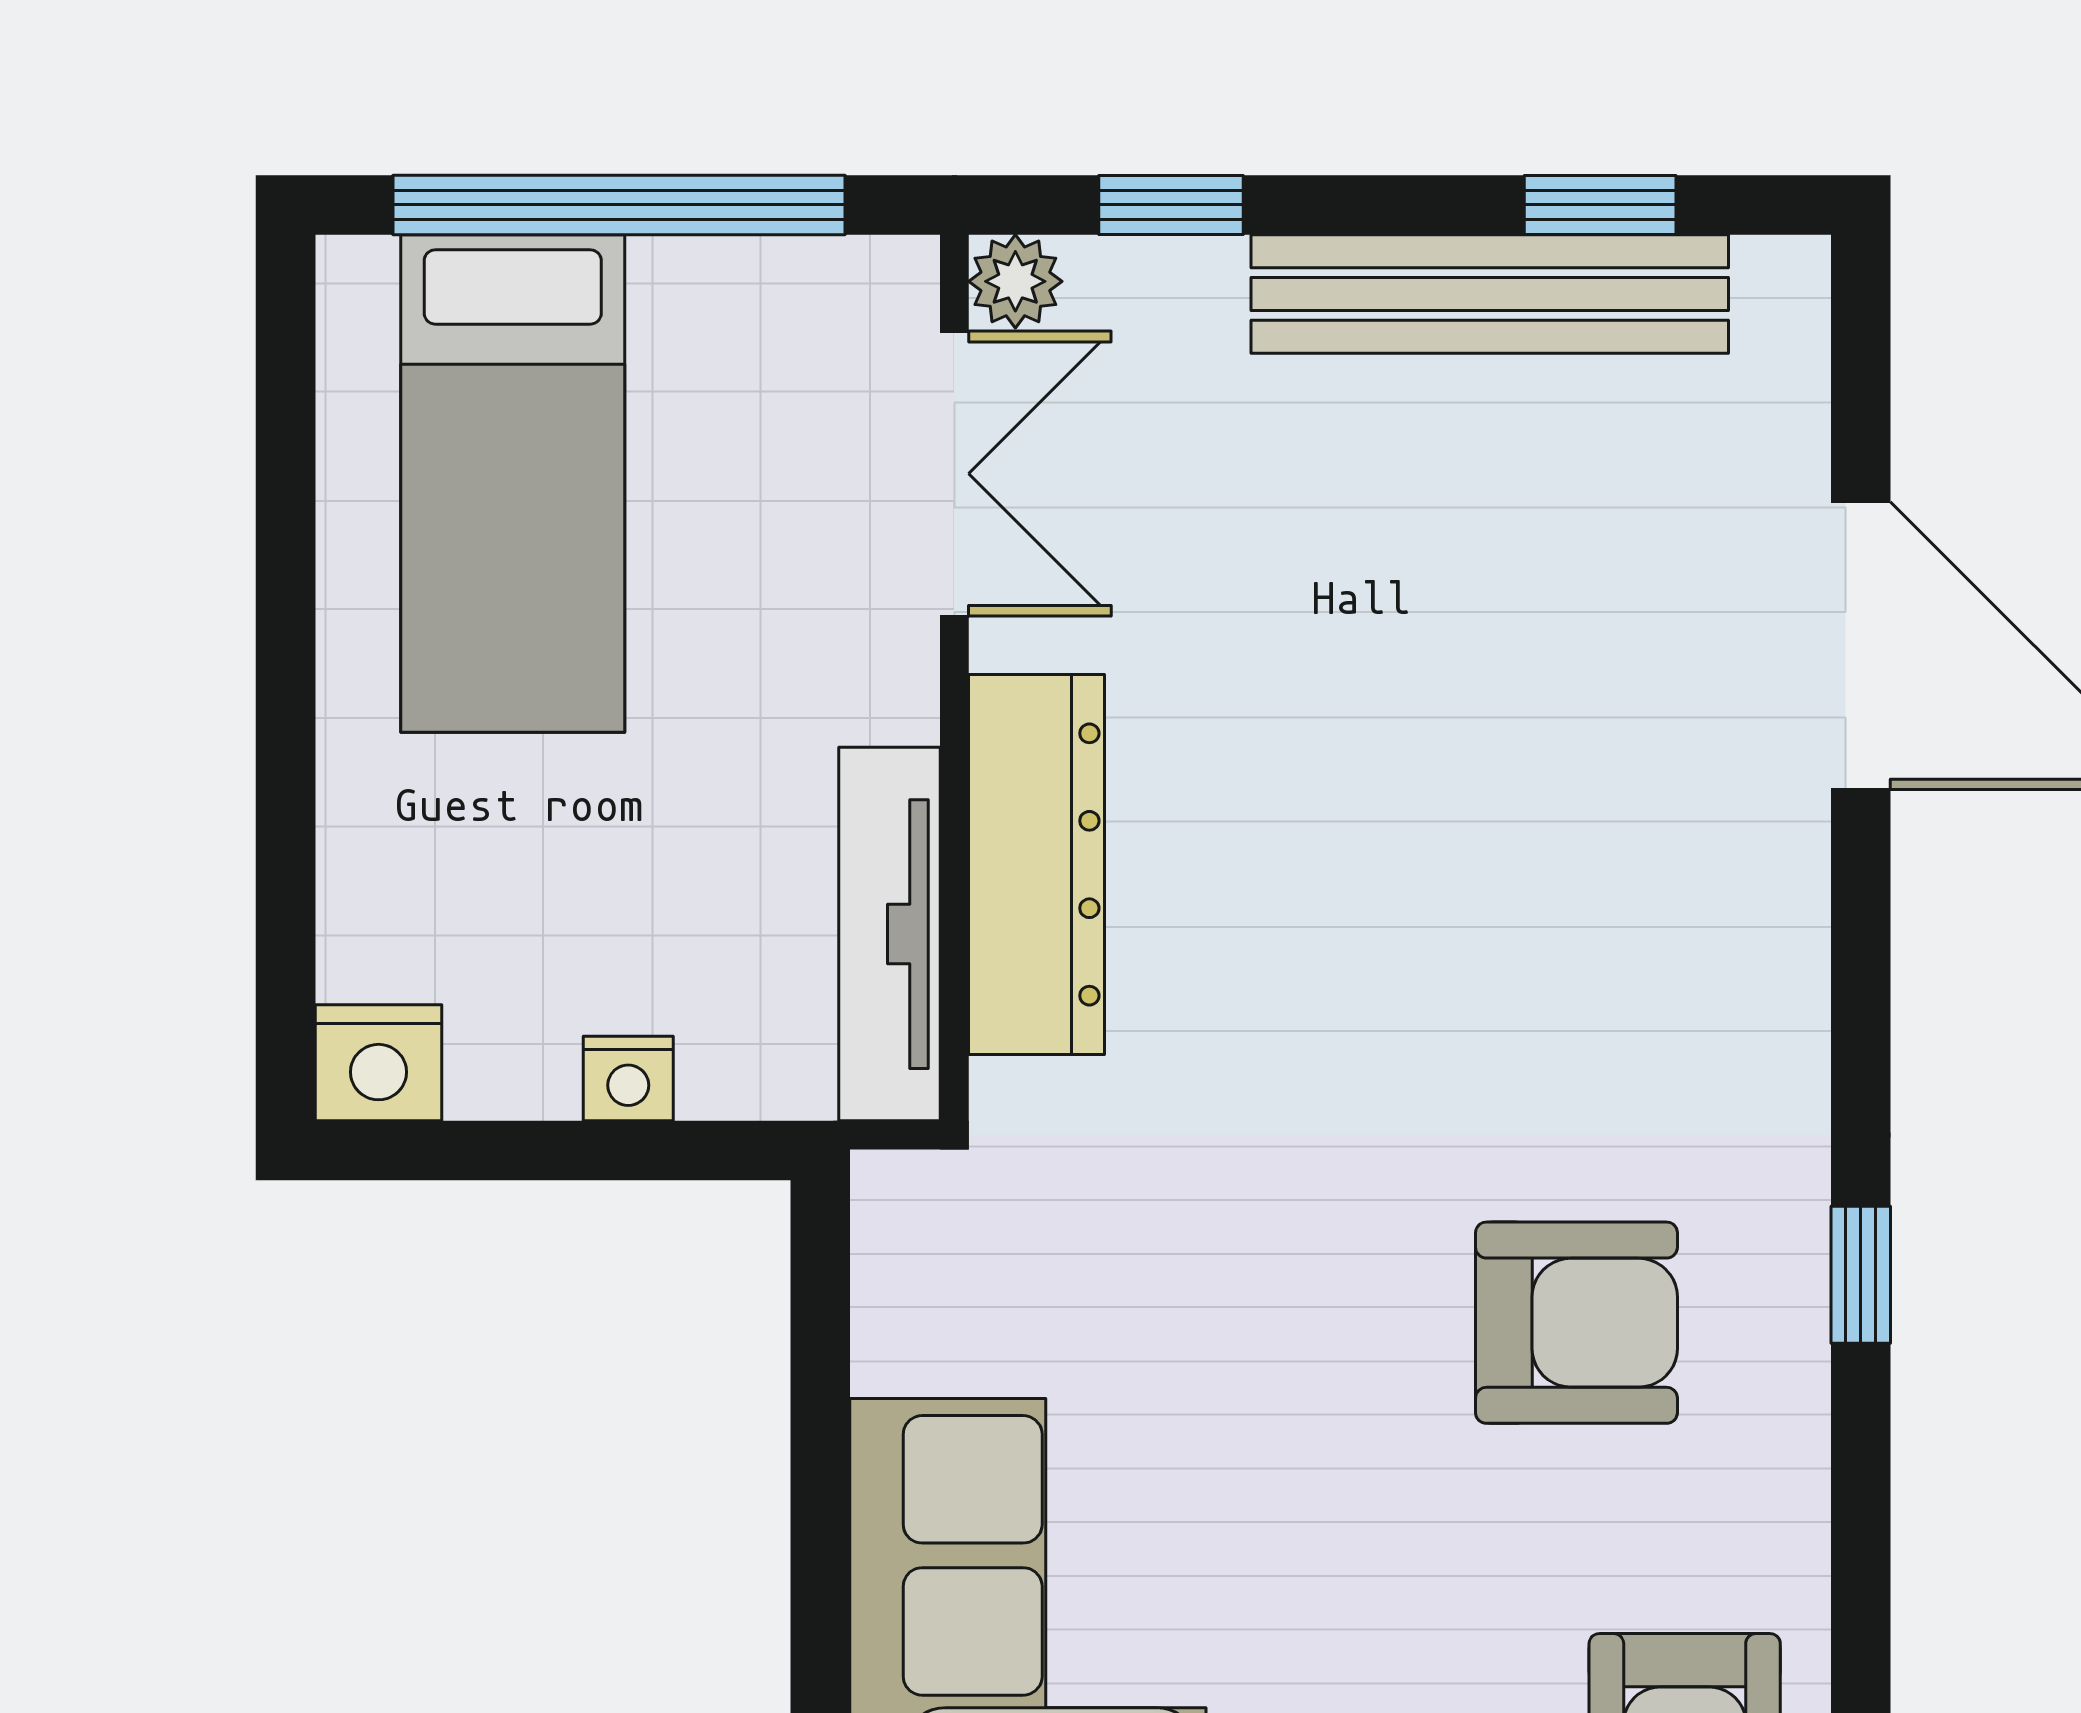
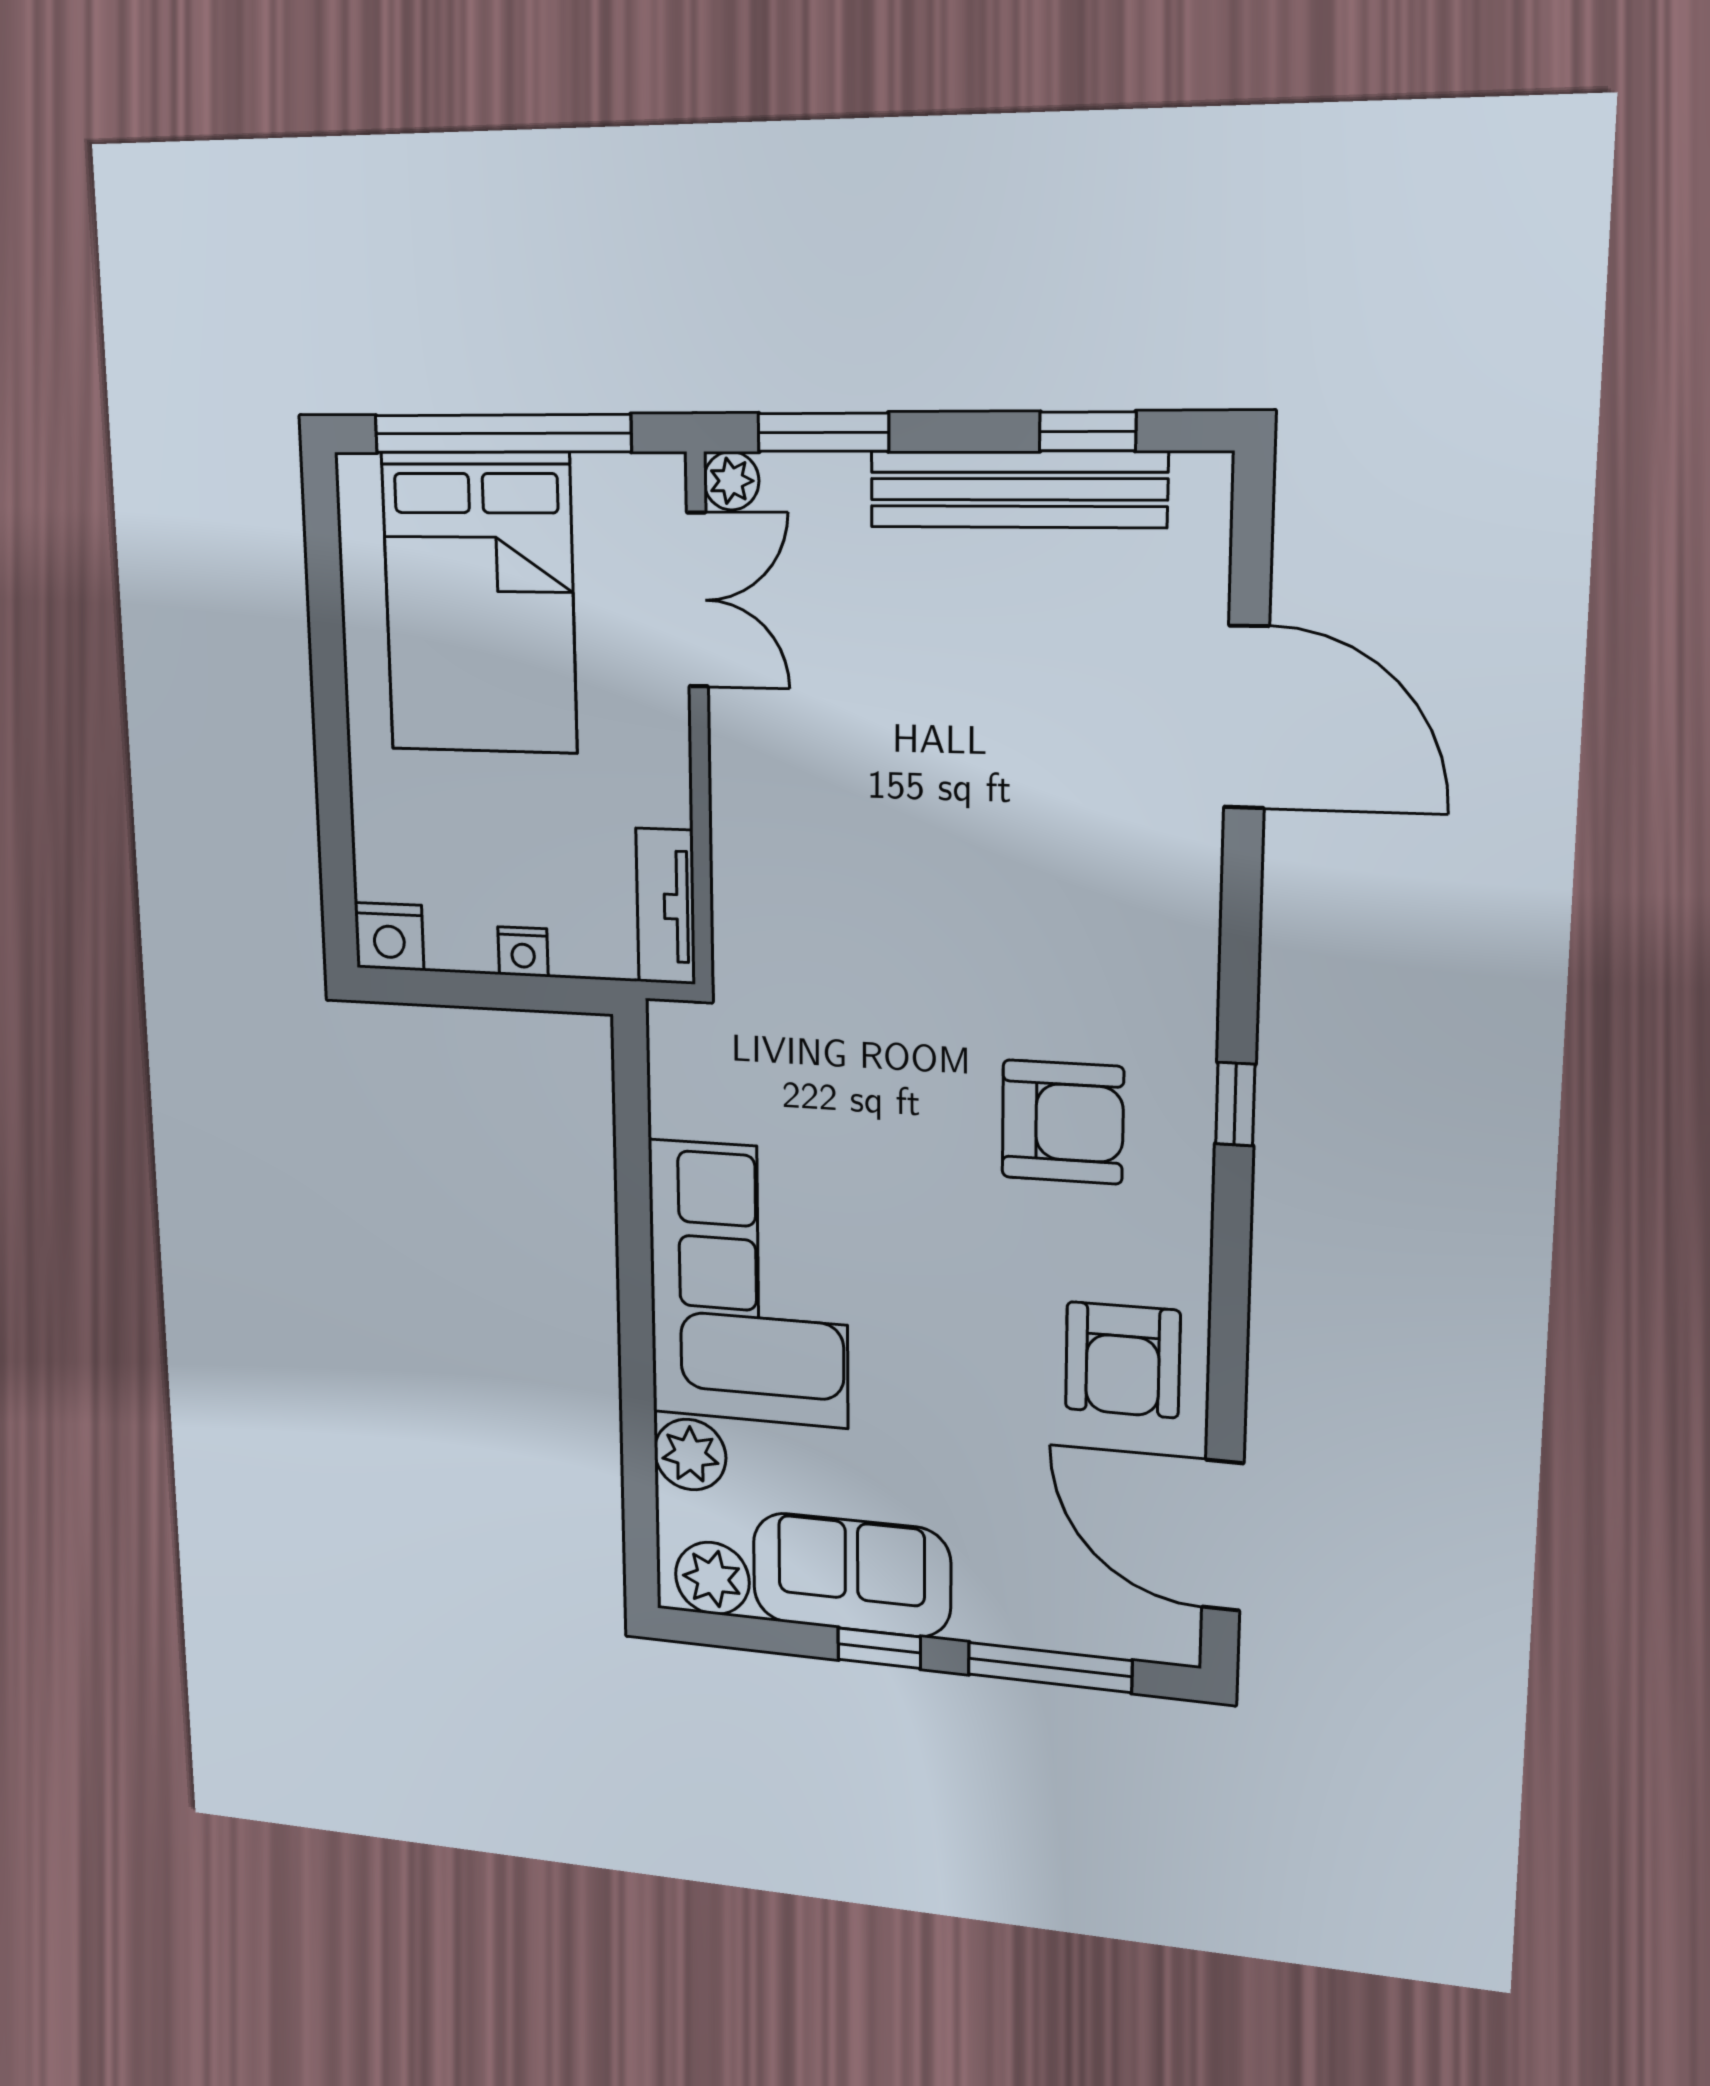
window: (1171, 205) -> (823, 432), width x1.50
bed: (513, 484) -> (479, 603), width x1.50
dresser: (1036, 865) -> (748, 837), removed
tv unit: (890, 934) -> (666, 906), width x0.71

